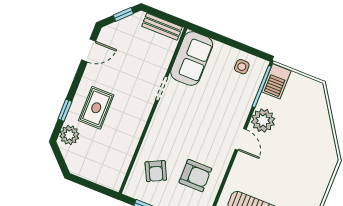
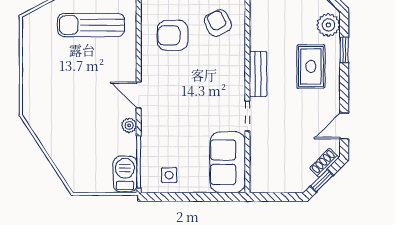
bench: (162, 27) -> (258, 74), moved, turned 90
shoe rack: (116, 28) -> (324, 163), added
plant: (263, 120) -> (129, 125), width x0.53, depth x0.53

